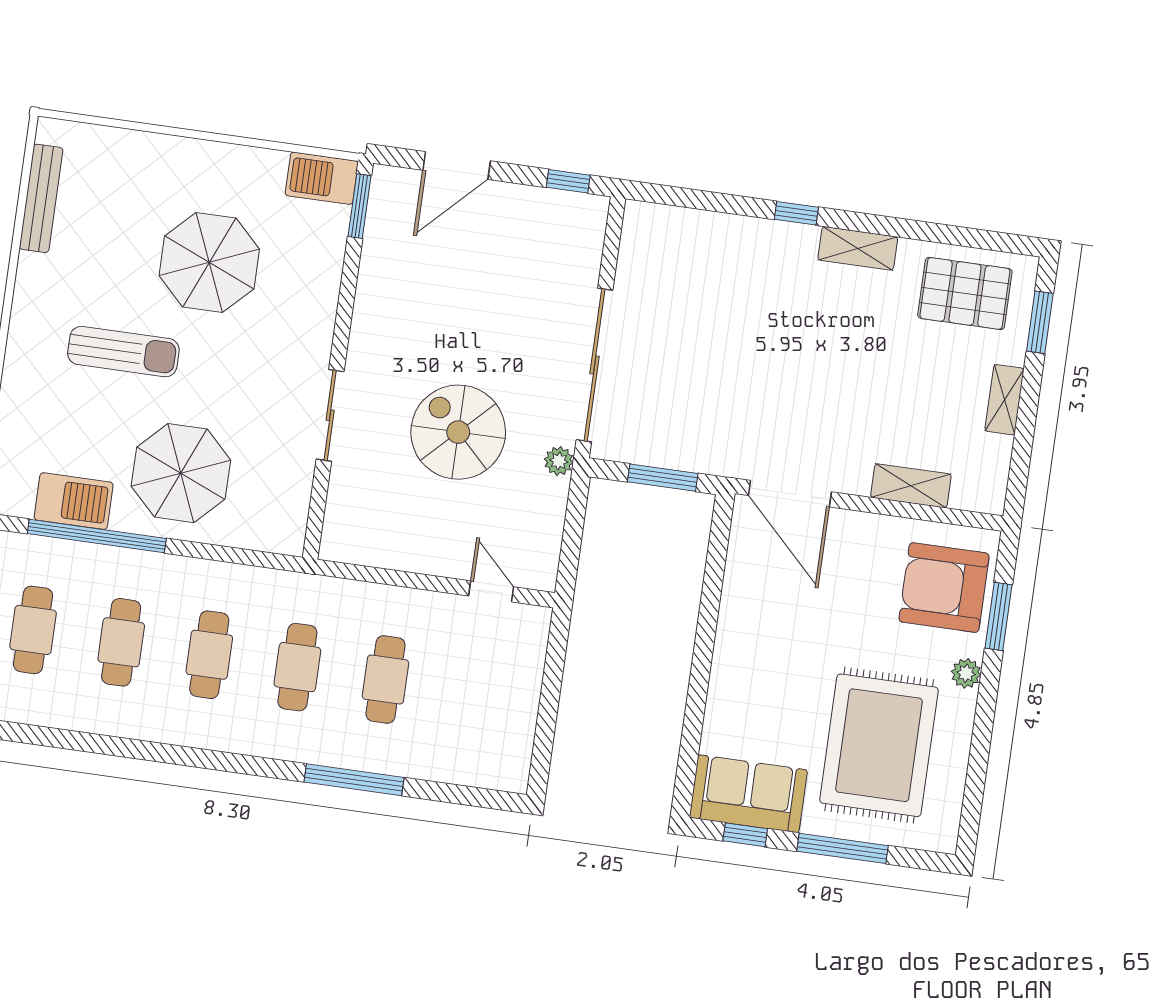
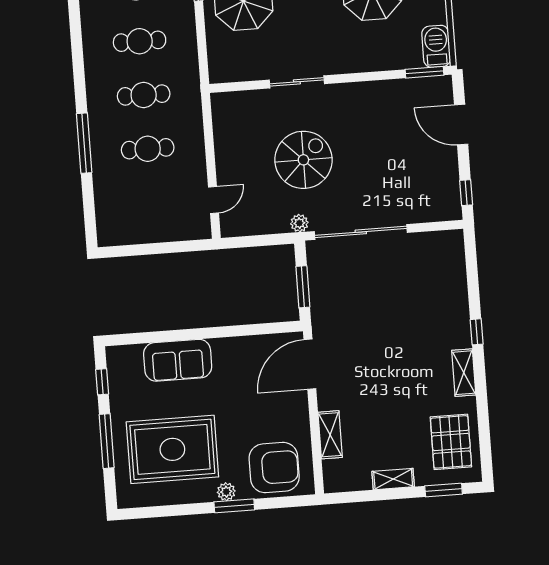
armchair: (944, 588) -> (274, 468), turned 90
window: (999, 616) -> (234, 506), moved
sofa: (748, 794) -> (178, 360), moved, turned 90

